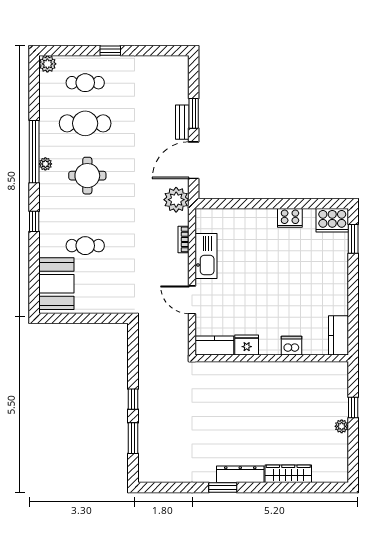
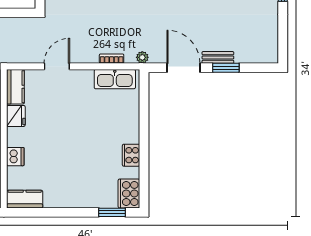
plant: (176, 200) -> (142, 57), width x0.53, depth x0.53
kitchen sink: (206, 256) -> (115, 79), moved

